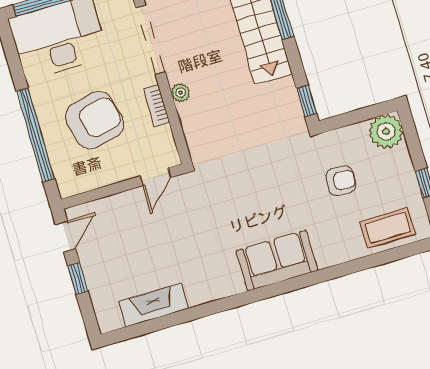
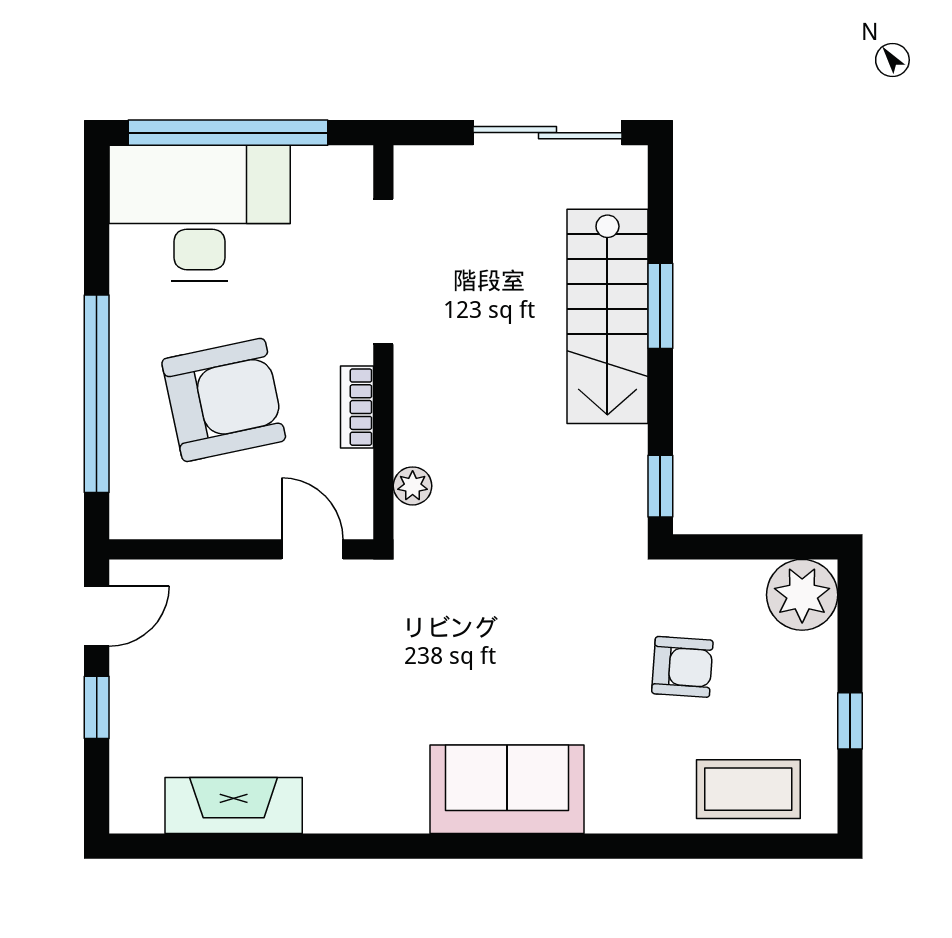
plant: (181, 93) -> (413, 486), moved
door: (155, 177) -> (312, 549), swing flipped

